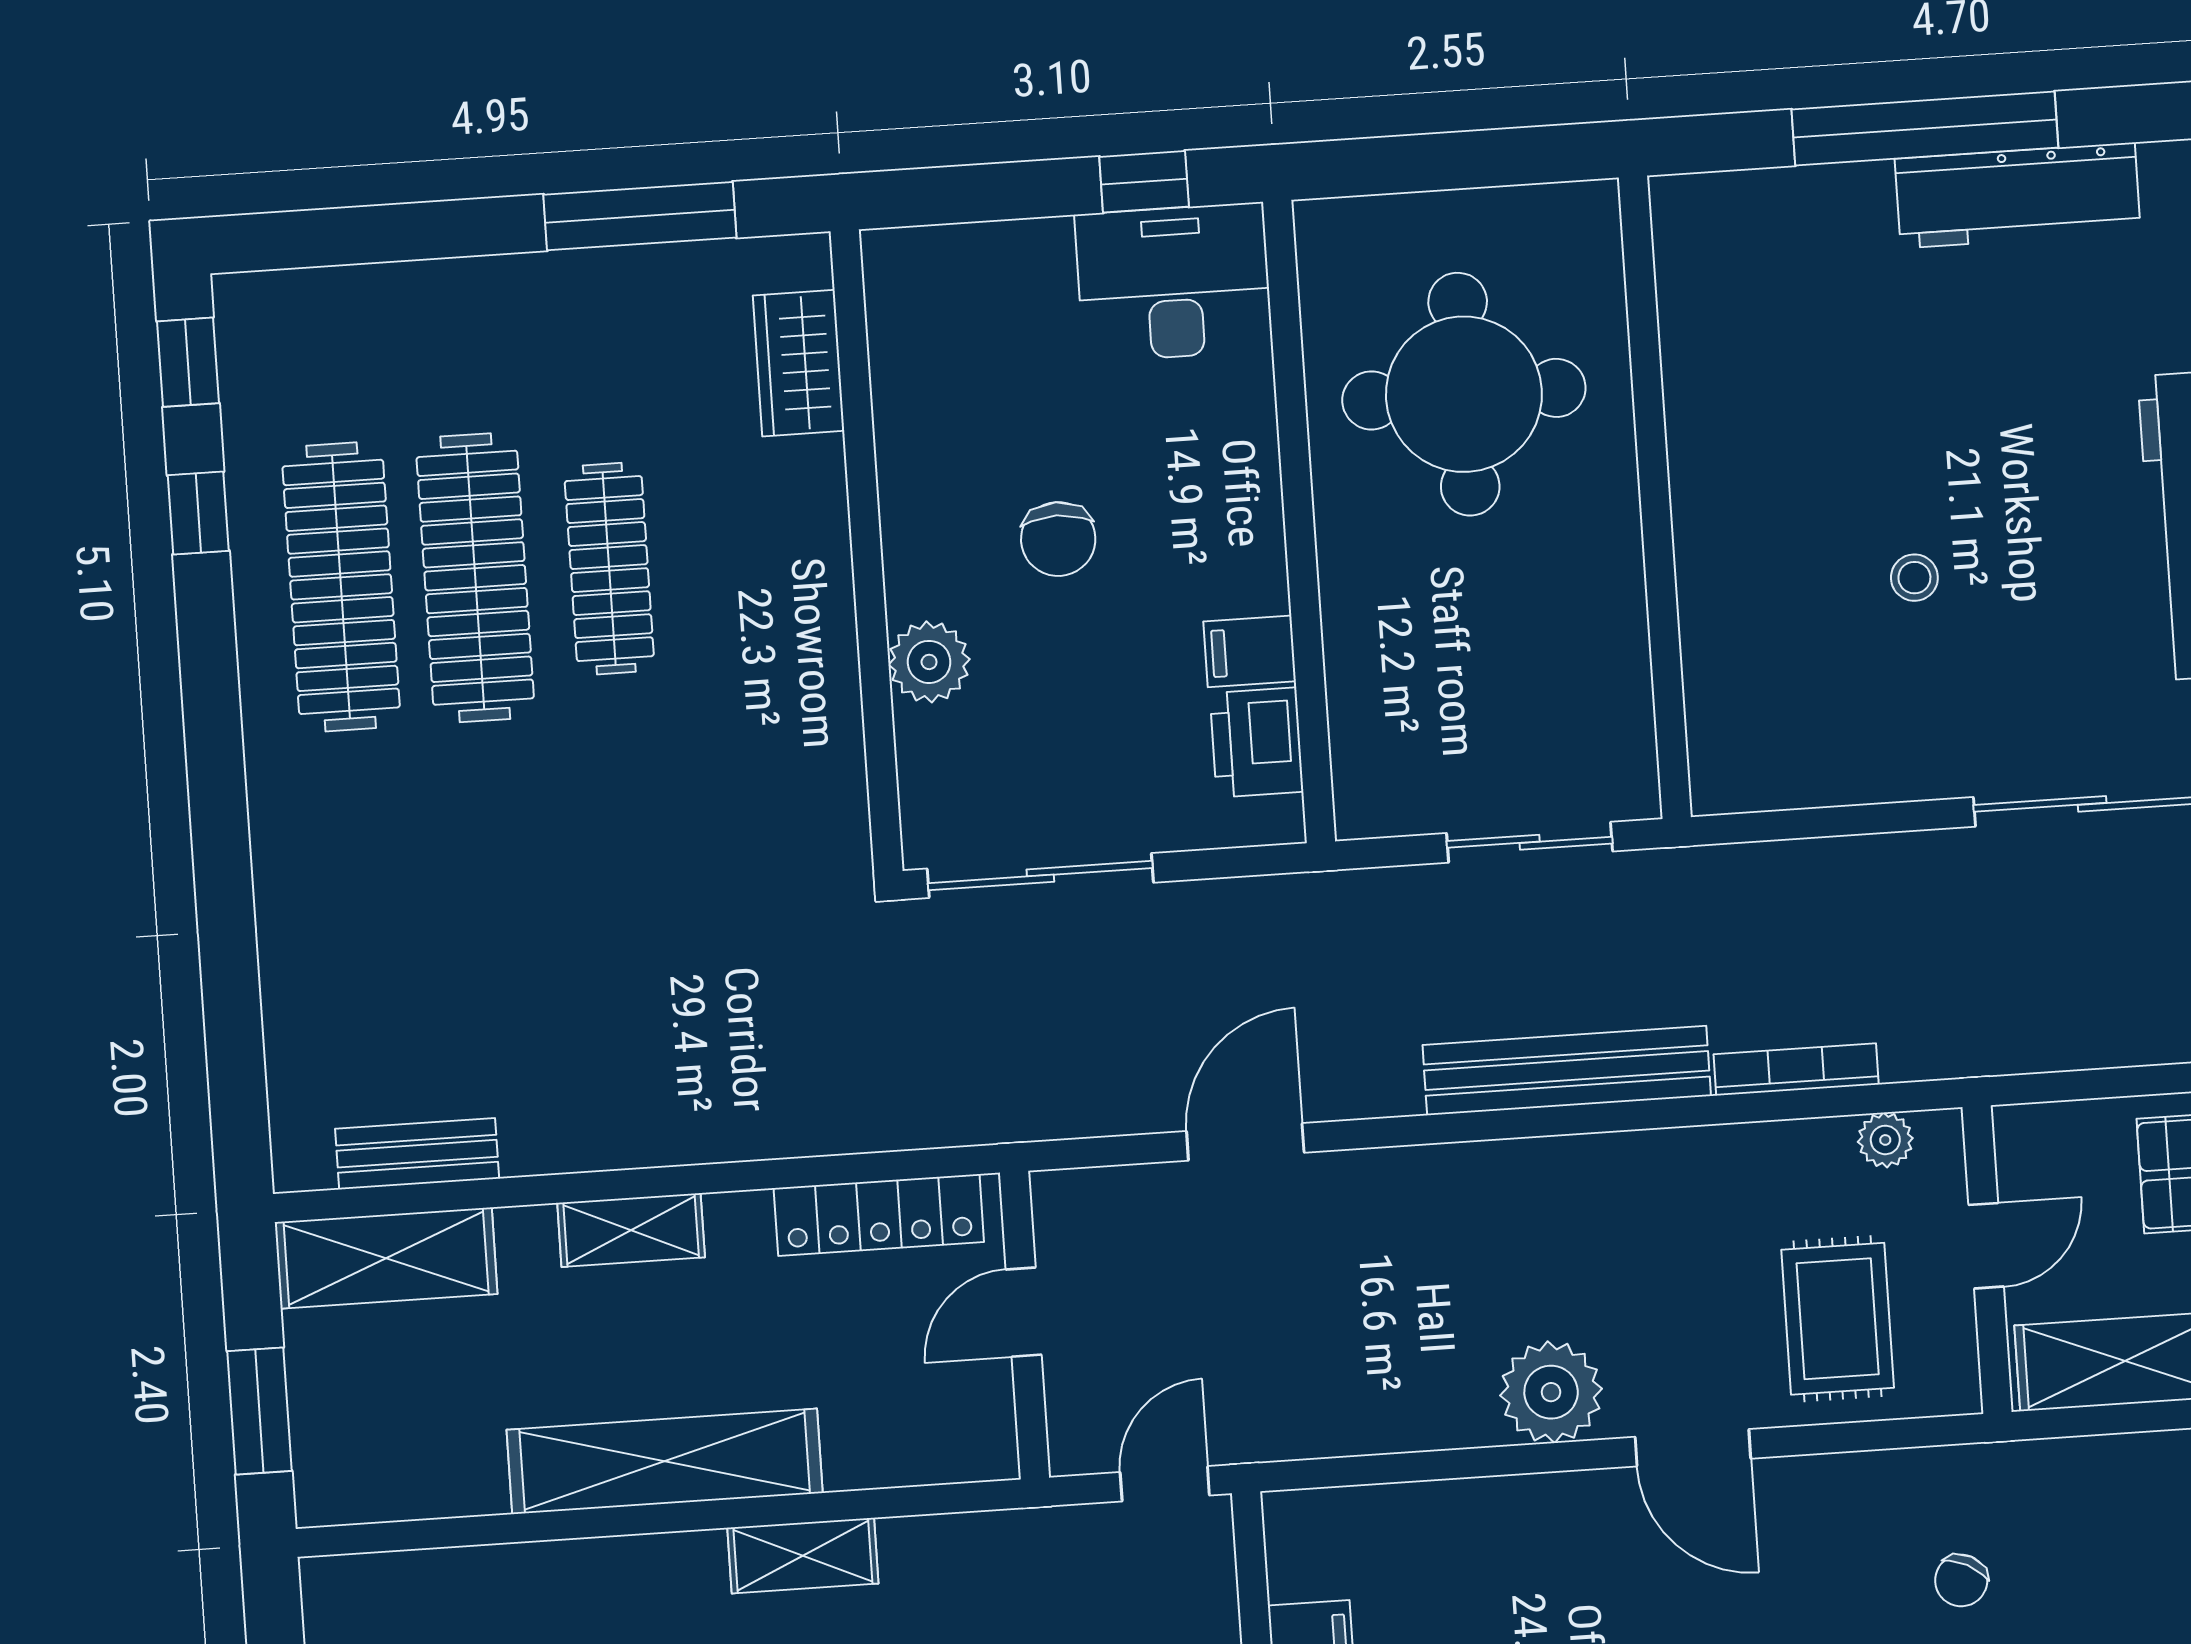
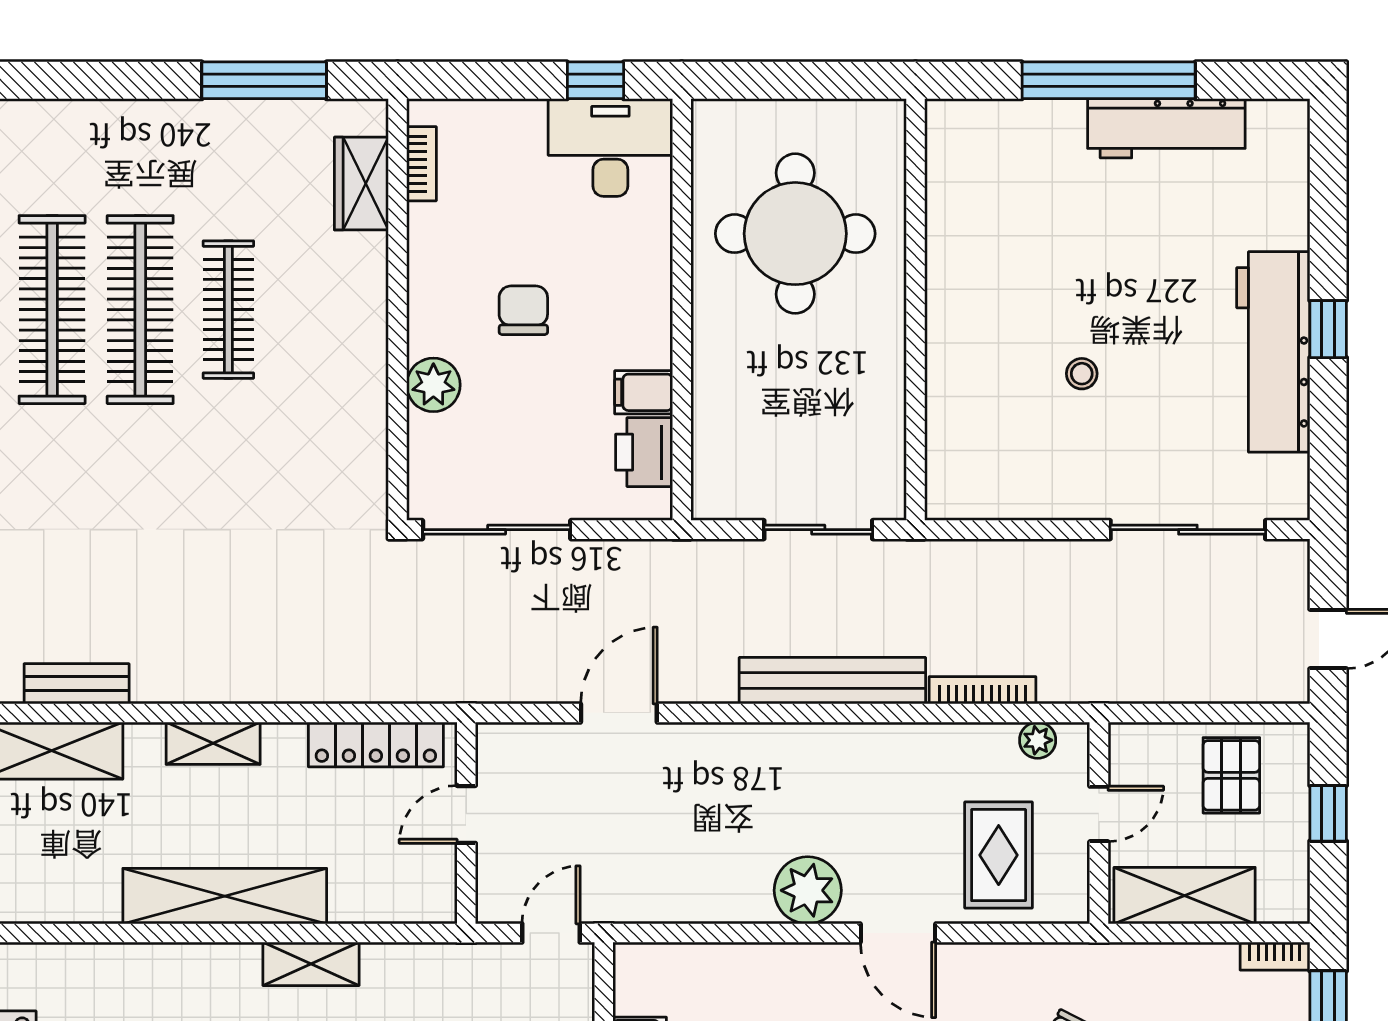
bookcase: (888, 327) -> (421, 164), added
chair: (1058, 539) -> (523, 310), turned 180

